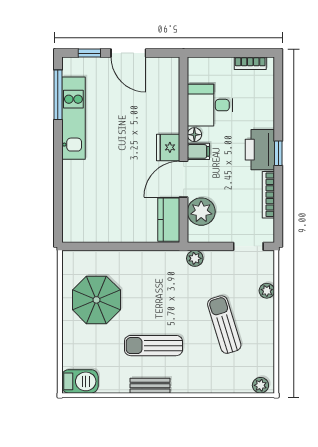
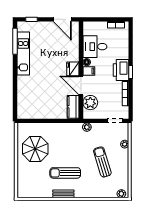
door: (128, 53) -> (62, 19), moved
door: (184, 179) -> (81, 85), hinge flipped
barbecue: (80, 381) -> (27, 192), removed

